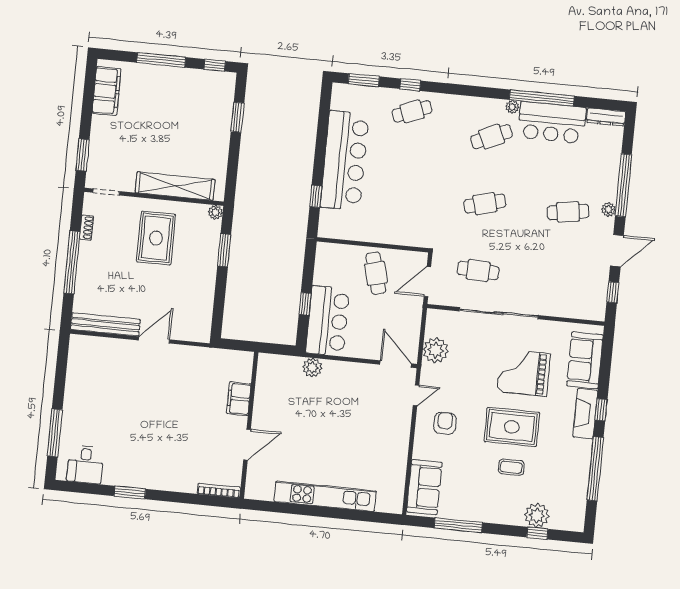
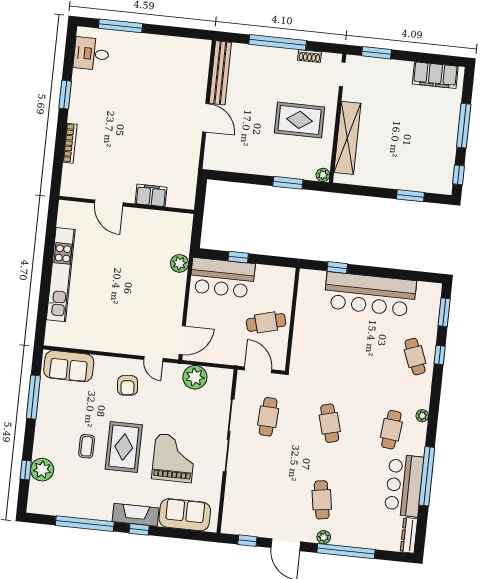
plant: (512, 107) -> (422, 416), moved
cafe table: (492, 137) -> (391, 430), turned 30
armchair: (445, 423) -> (128, 385), turned 85
bookcase: (219, 491) -> (70, 143), moved

